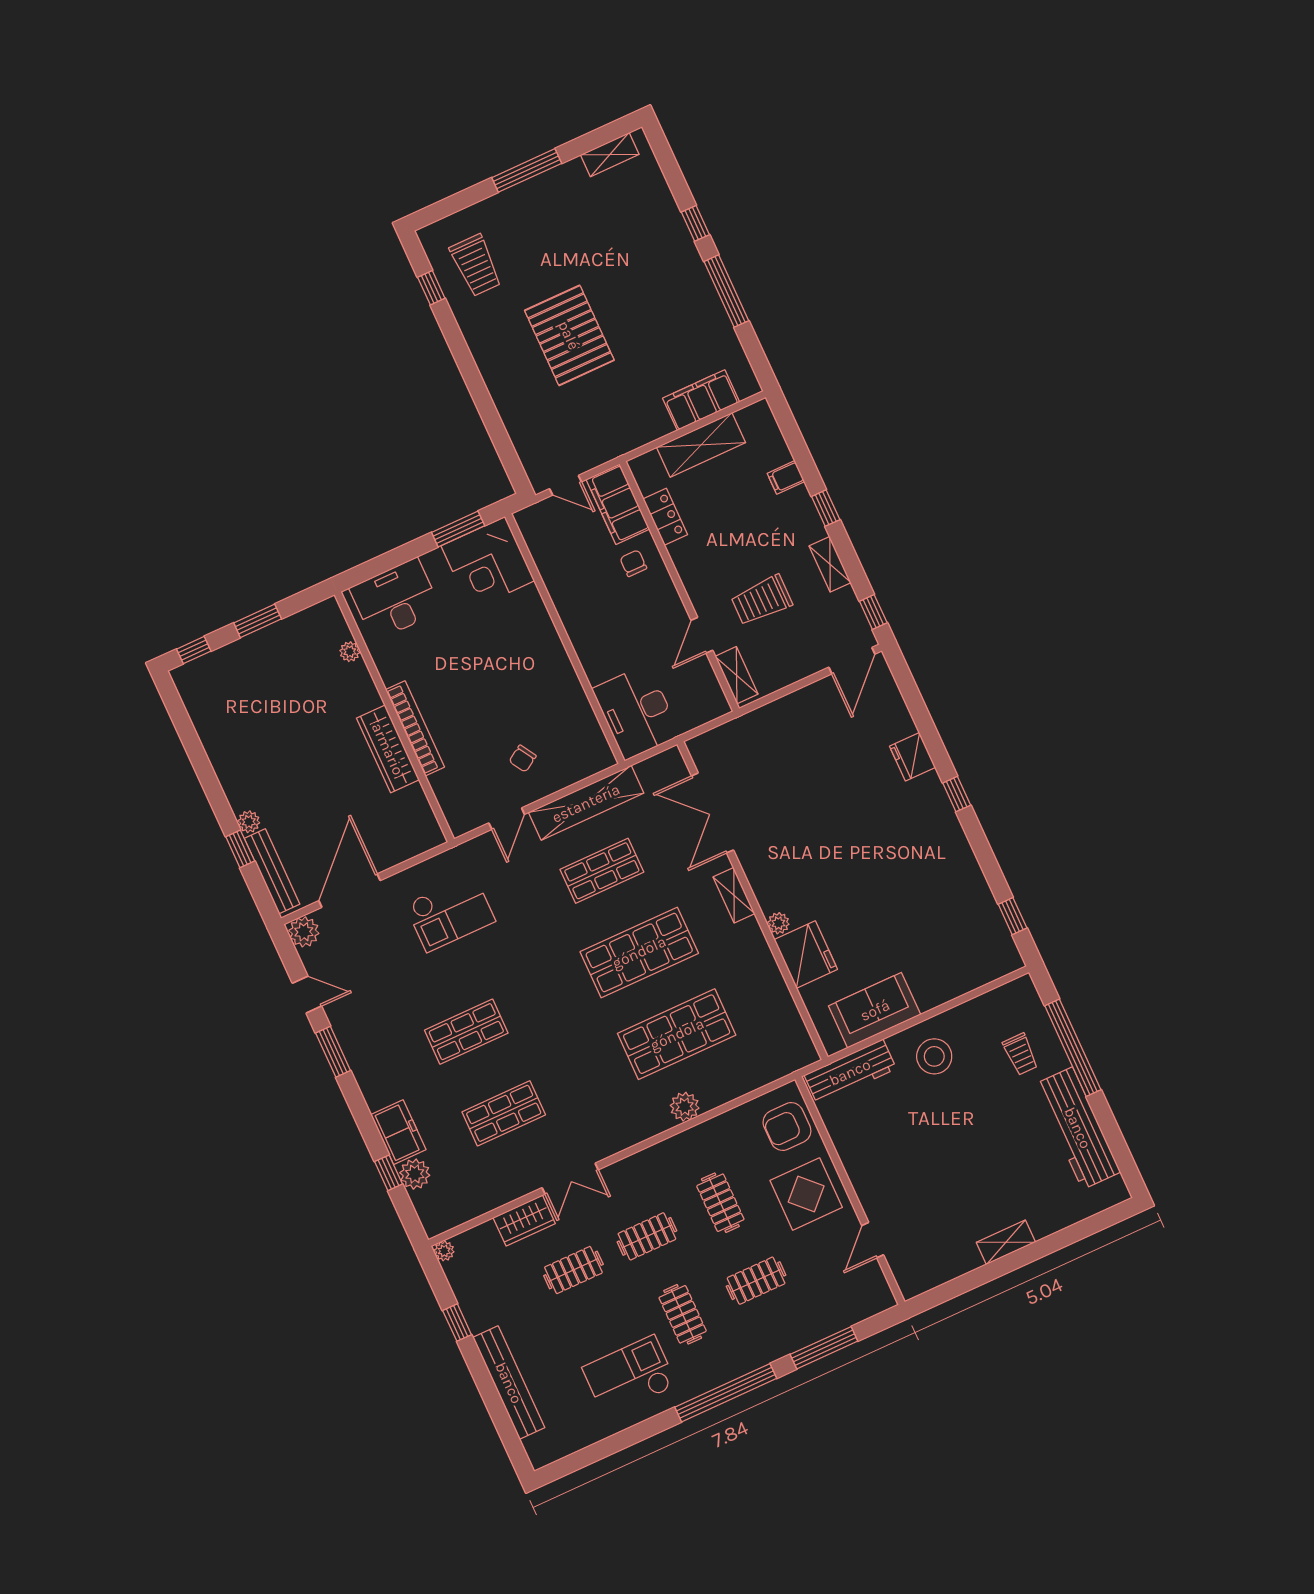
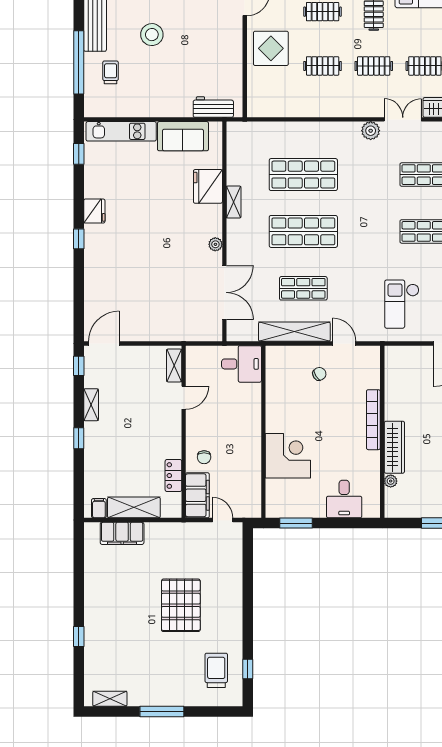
window: (726, 291) -> (79, 589), removed
filing cabinet: (786, 477) -> (99, 508), moved, turned -90
corner desk: (488, 563) -> (288, 456), moved
desk: (395, 599) -> (344, 499), width x0.73
trolley: (762, 600) -> (140, 402), removed
desk: (636, 712) -> (242, 364), width x0.73
wardrobe: (388, 749) -> (394, 447), moved
fridge: (913, 757) -> (94, 211), moved
door: (507, 819) -> (344, 343), hinge flipped
shelving: (734, 895) -> (234, 202), moved
checkout: (450, 913) -> (402, 304), turned -90
plant: (778, 923) -> (215, 244), moved
kitchen unit: (967, 977) -> (121, 131), added
stool: (934, 1056) -> (152, 35), moved
workbench: (850, 1072) -> (213, 107), width x0.73
plant: (685, 1107) -> (371, 131), moved
armchair: (787, 1127) -> (264, 92), removed
clothes rail: (720, 1203) -> (323, 66), turned 90

